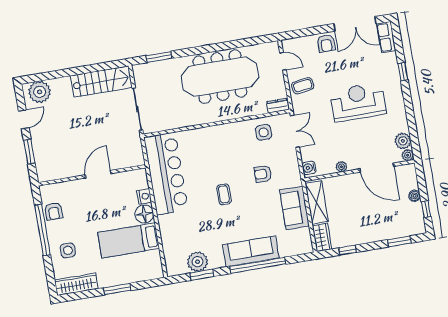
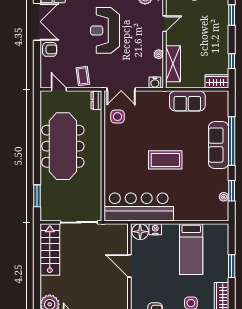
door: (283, 61) -> (59, 89), hinge flipped
double door: (295, 131) -> (121, 89), swing flipped
door: (377, 168) -> (164, 24), width x0.53
armchair: (263, 174) -> (153, 123), removed
coffee table: (224, 194) -> (165, 160), width x1.86, depth x1.72
shelving: (317, 203) -> (173, 64), moved, turned 90
floor lamp: (144, 214) -> (140, 232), moved
plant: (198, 262) -> (224, 197), width x0.53, depth x0.53

